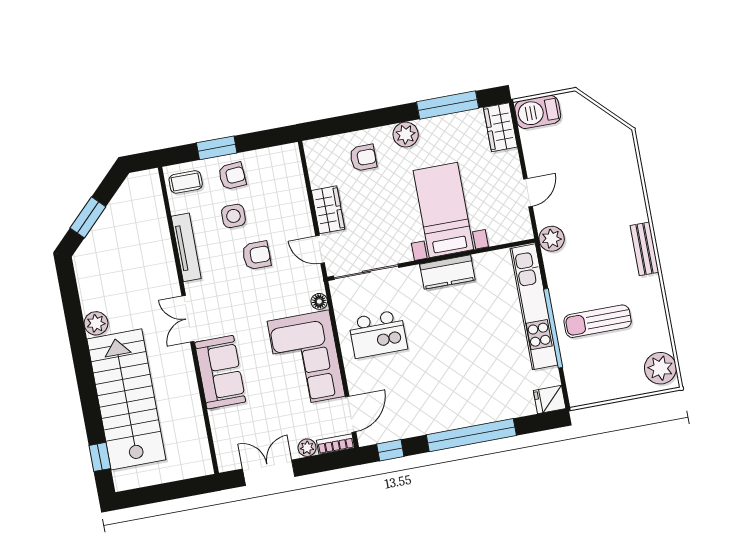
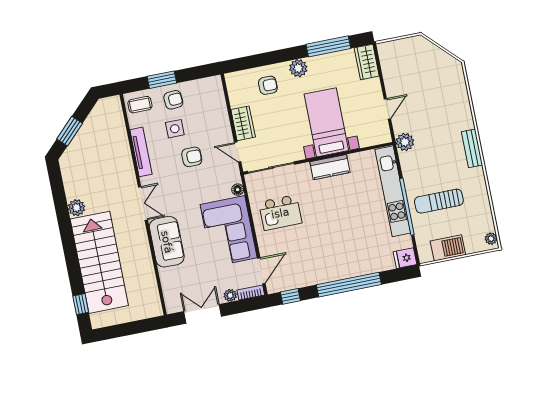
barbecue: (538, 112) -> (448, 248), moved, turned 180
double door: (188, 319) -> (143, 203), swing flipped
plant: (660, 368) -> (491, 239), width x0.53, depth x0.53

